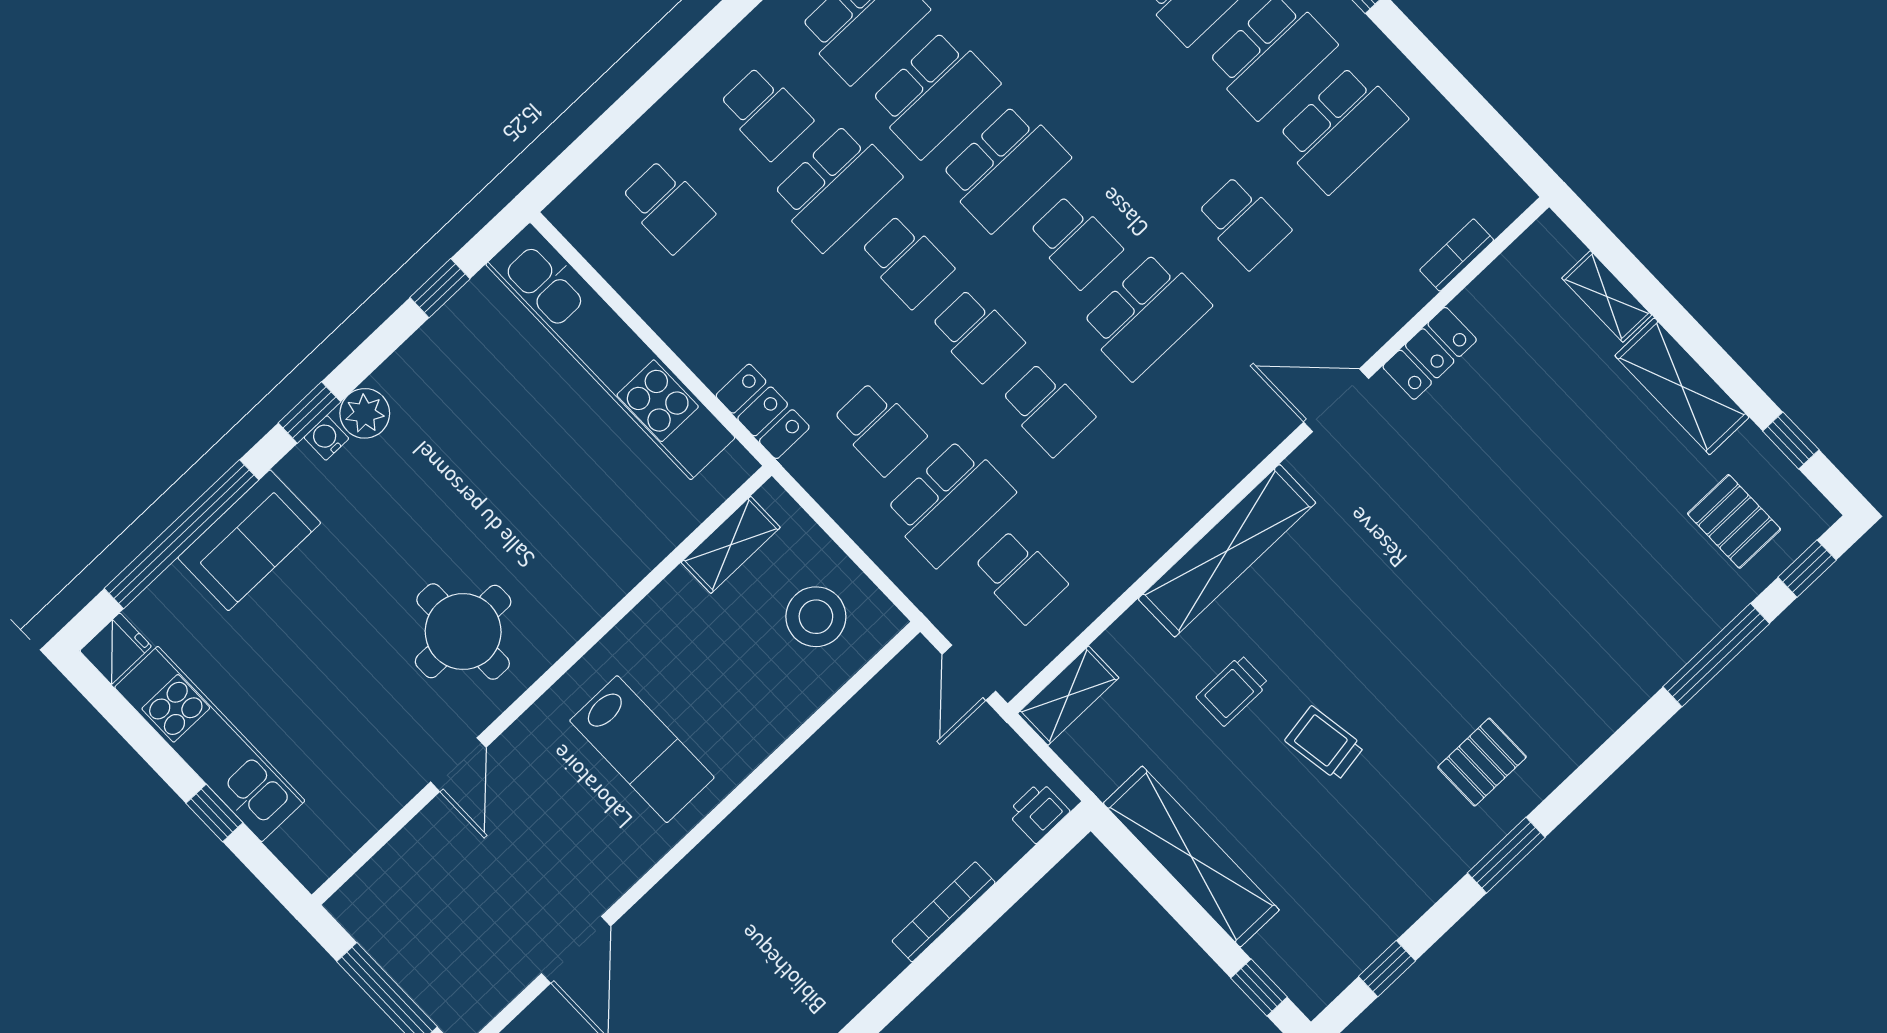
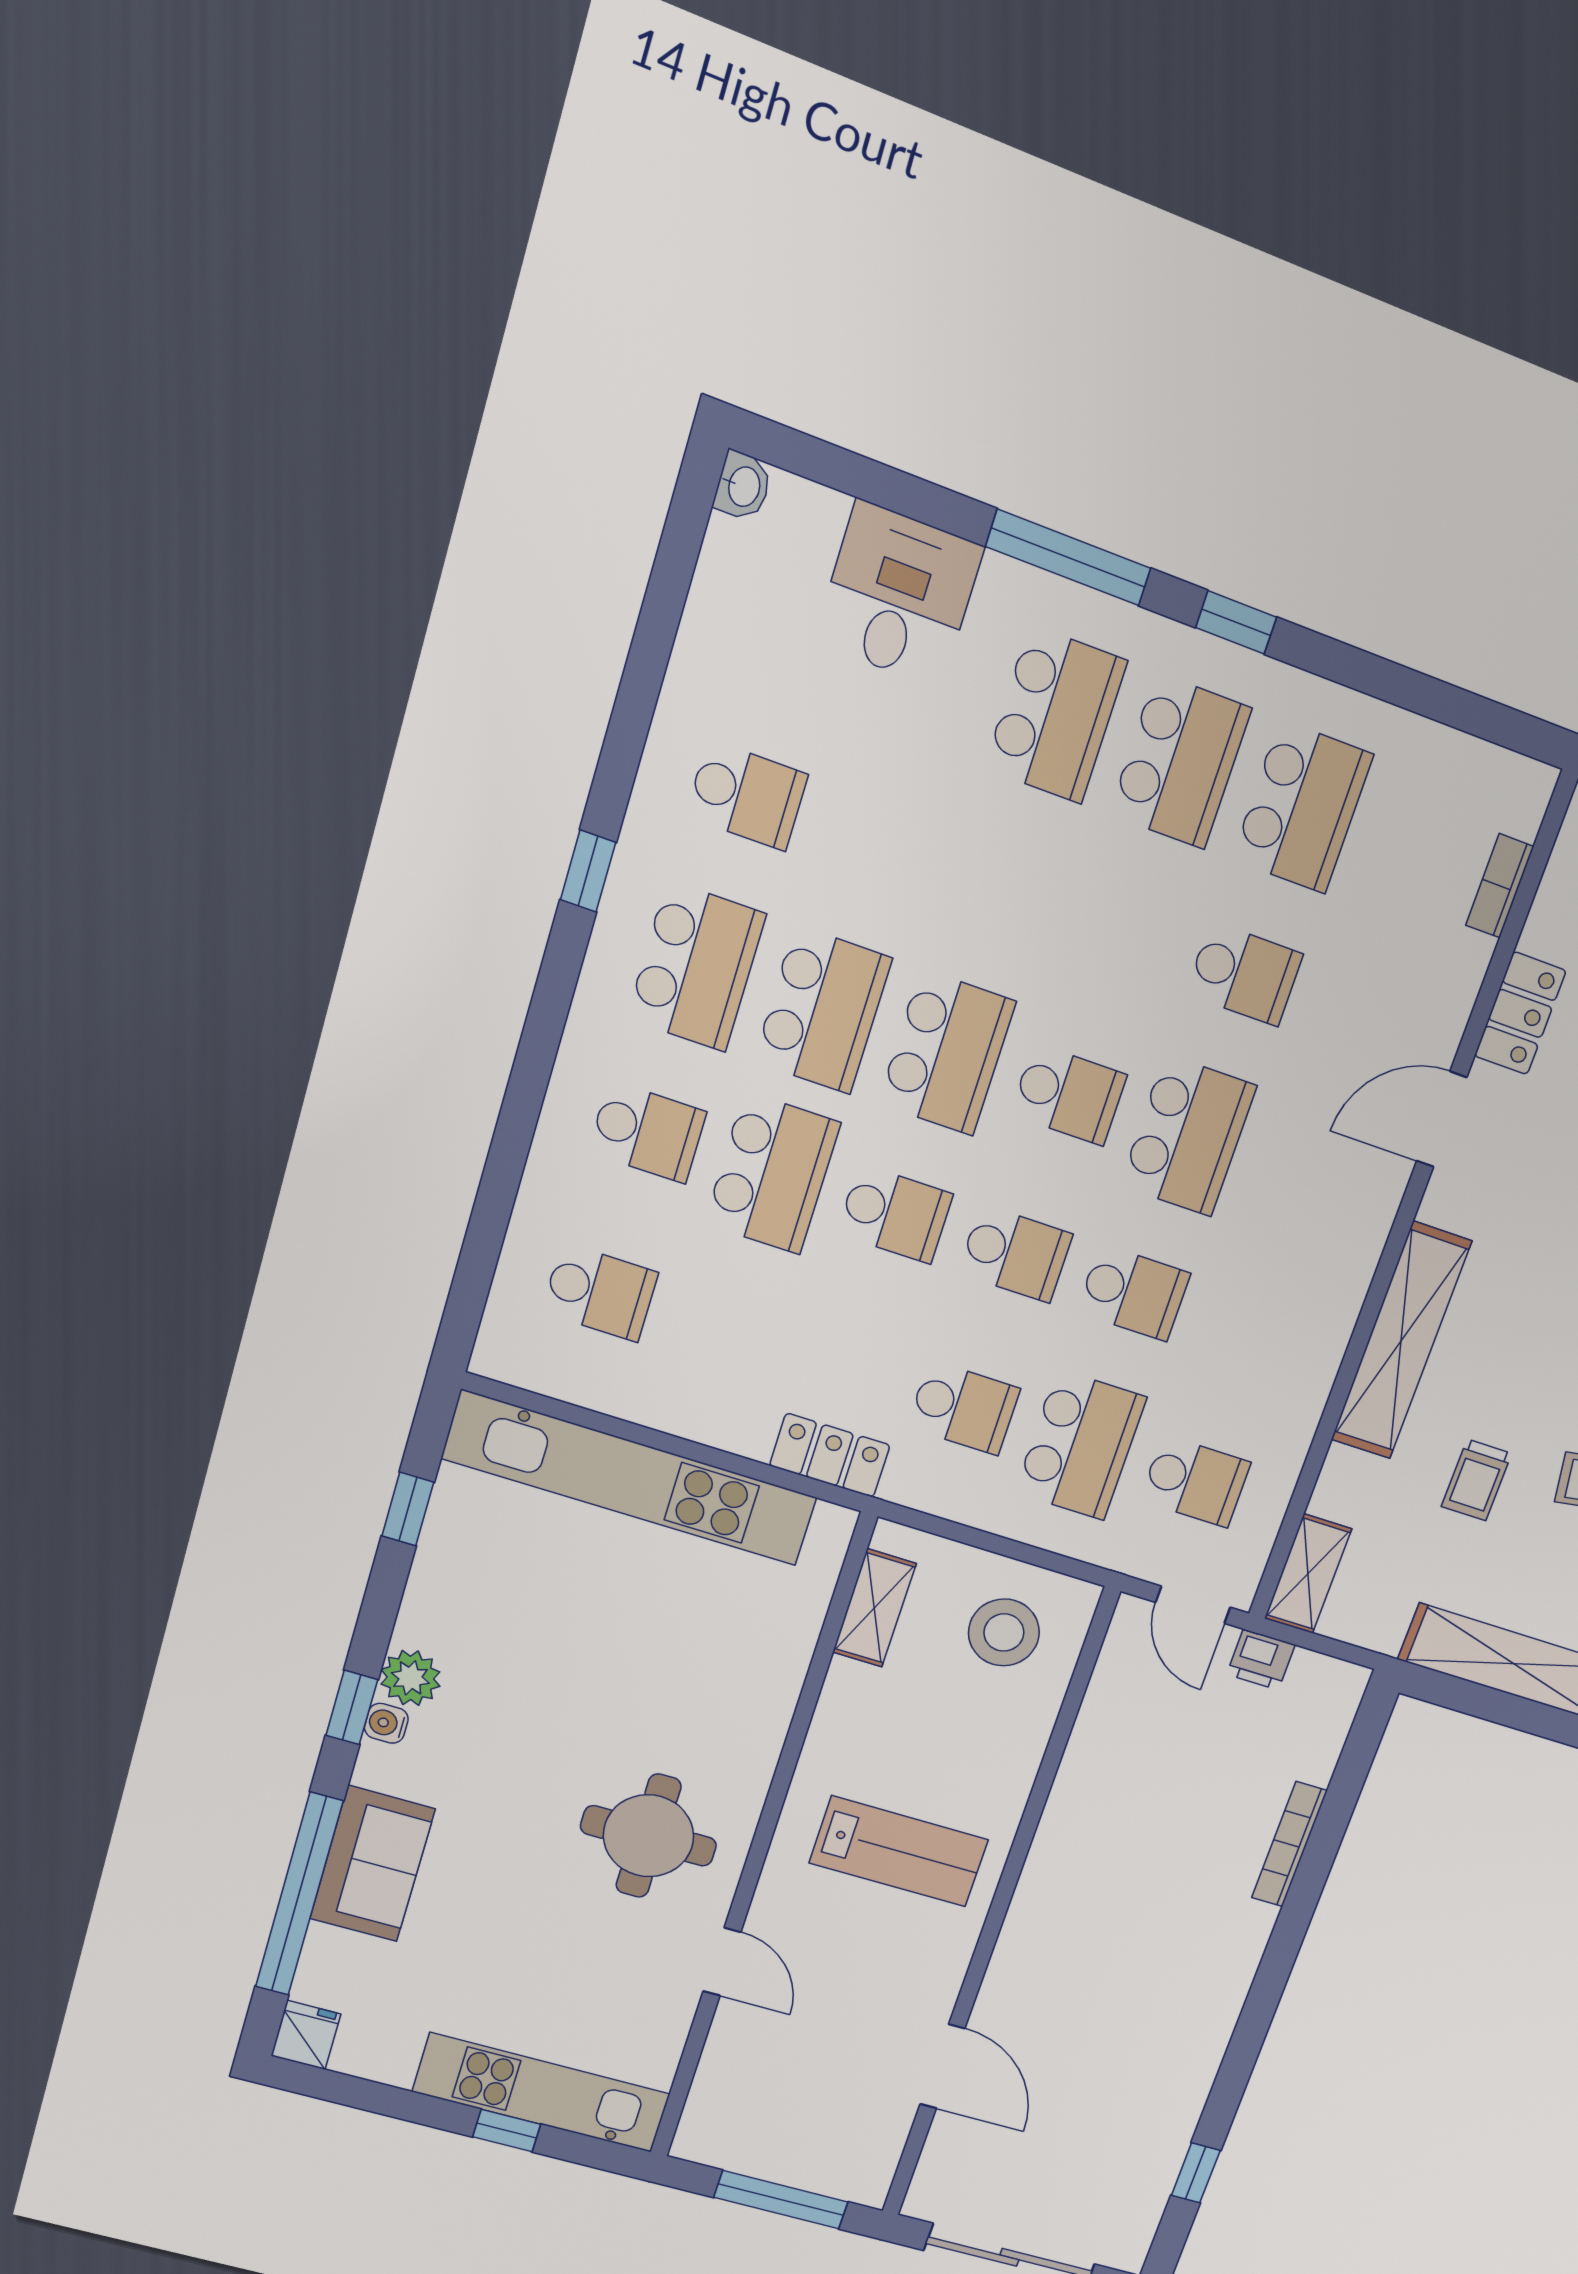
kitchen unit: (210, 744) -> (542, 2093), moved
printer: (1038, 812) -> (1261, 1659), moved, turned -90

